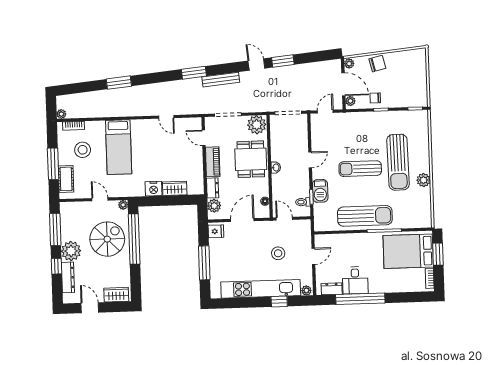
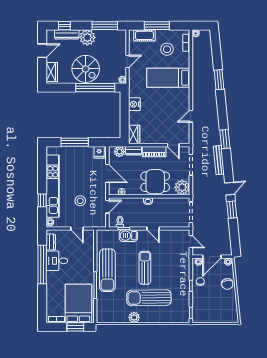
door: (204, 138) -> (173, 145), swing flipped
wardrobe: (175, 188) -> (134, 134), moved
spiral stairs: (107, 239) -> (86, 69), moved
window: (56, 266) -> (64, 26), moved

